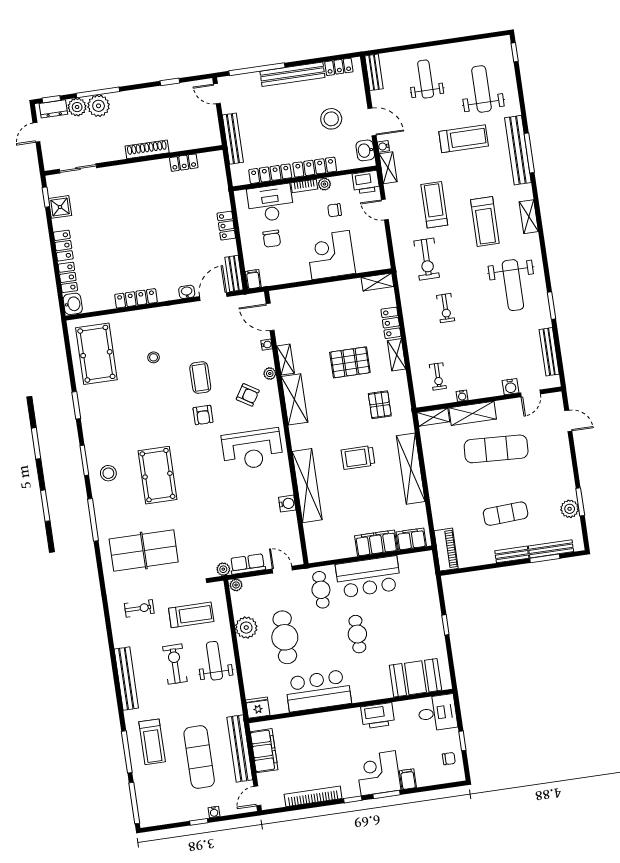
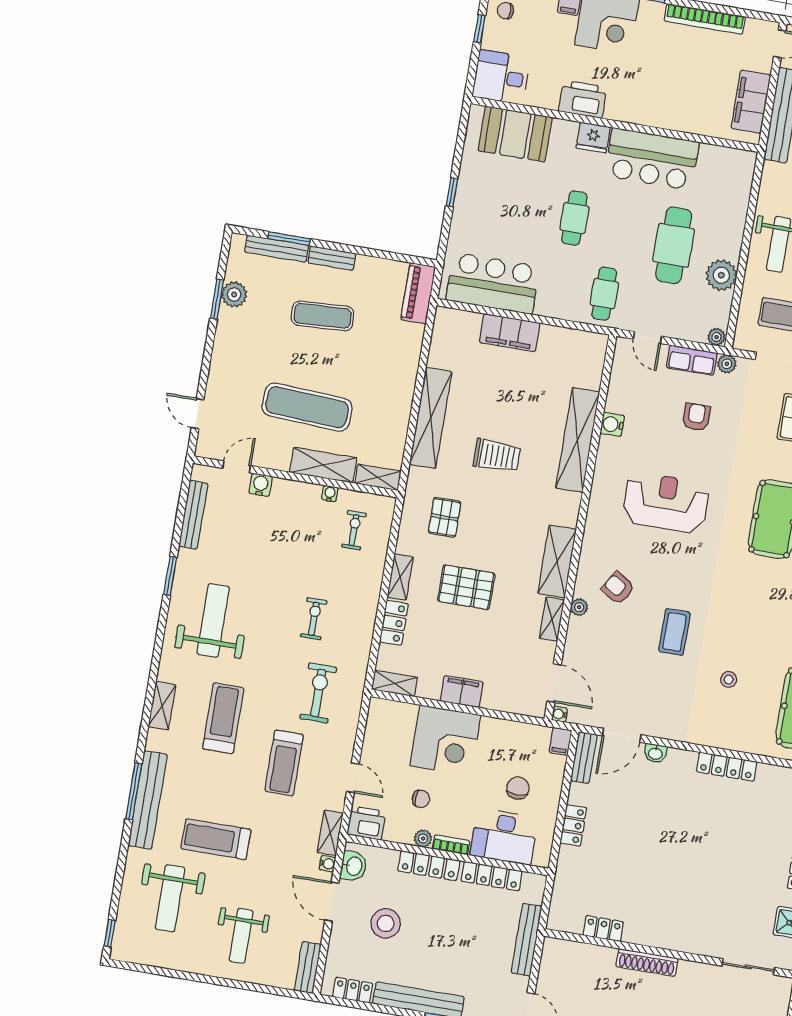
water cooler: (267, 345) -> (559, 714), moved
armchair: (203, 415) -> (696, 417), moved
reception desk: (252, 449) -> (666, 503), moved
filing cabinet: (411, 539) -> (462, 692), moved, turned 180
bar counter: (368, 577) -> (493, 283), moved
fridge: (258, 708) -> (593, 137), moved

